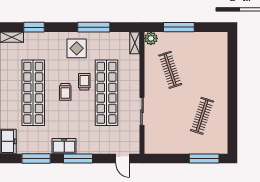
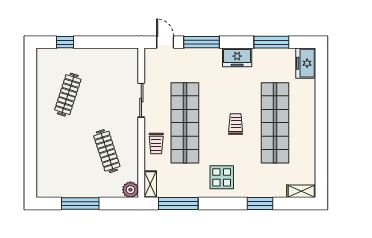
window: (34, 27) -> (260, 203), moved
window: (94, 27) -> (178, 203), moved
window: (179, 27) -> (80, 203), moved
trolley: (84, 82) -> (156, 144), moved
window: (78, 159) -> (201, 42), moved
window: (204, 159) -> (65, 42), width x0.46

